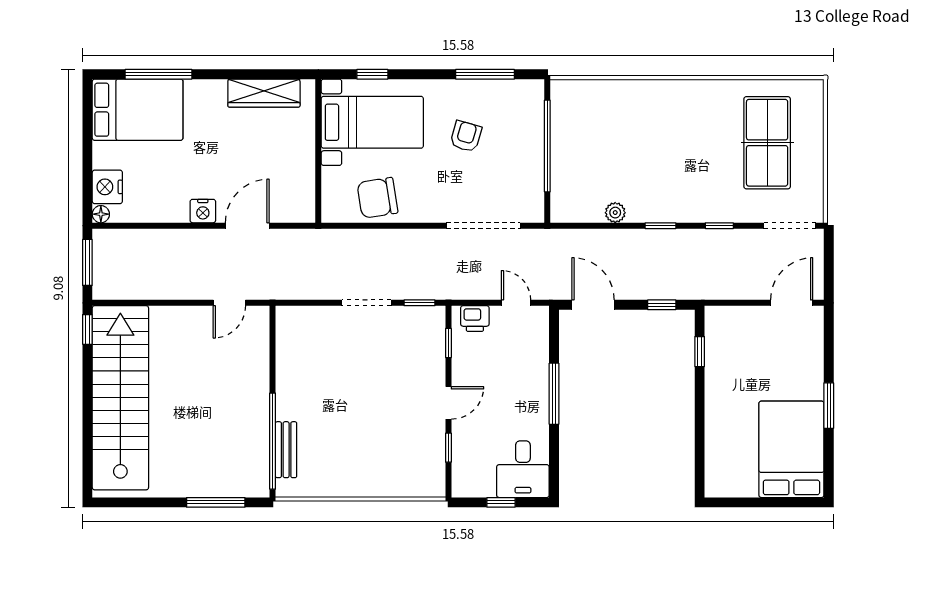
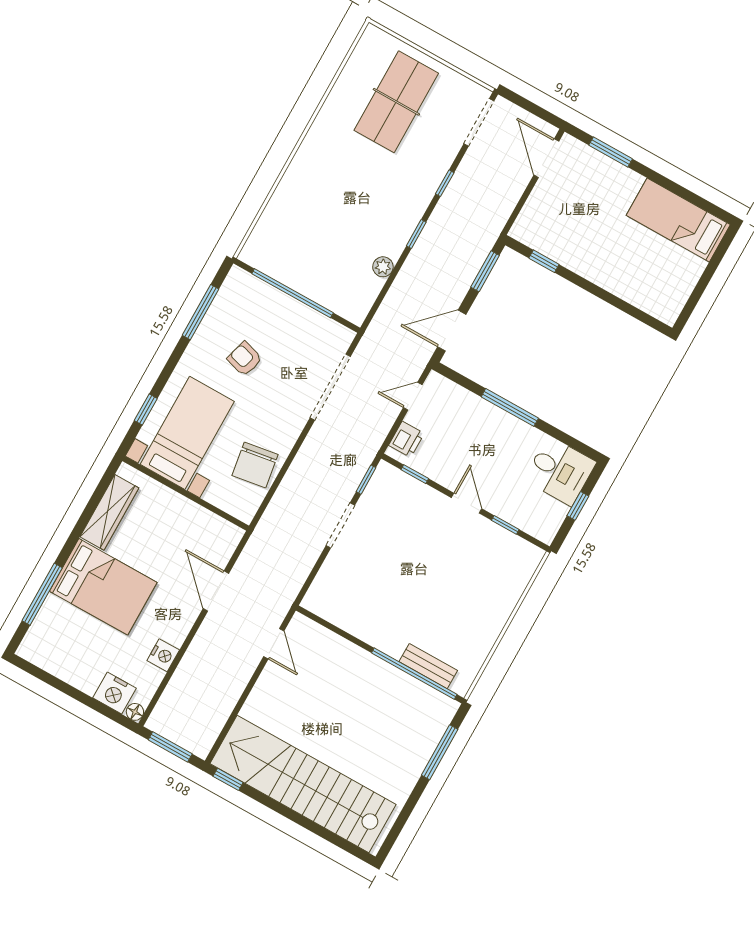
bed: (138, 110) -> (103, 587), moved, turned 90
table tennis table: (767, 143) -> (396, 102), turned 90
nightstand: (203, 211) -> (163, 655), moved
window: (662, 305) -> (485, 271), width x1.50
window: (829, 406) -> (611, 152), moved
bed: (791, 449) -> (678, 220), width x0.67

